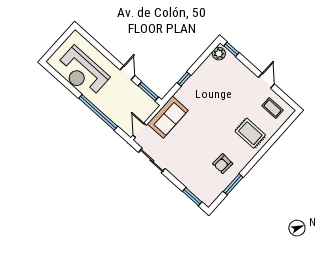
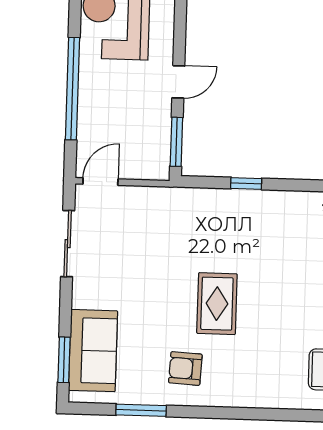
sofa: (168, 117) -> (93, 351), moved, turned -90
rug: (250, 133) -> (217, 304), moved
armchair: (223, 164) -> (185, 369), moved

